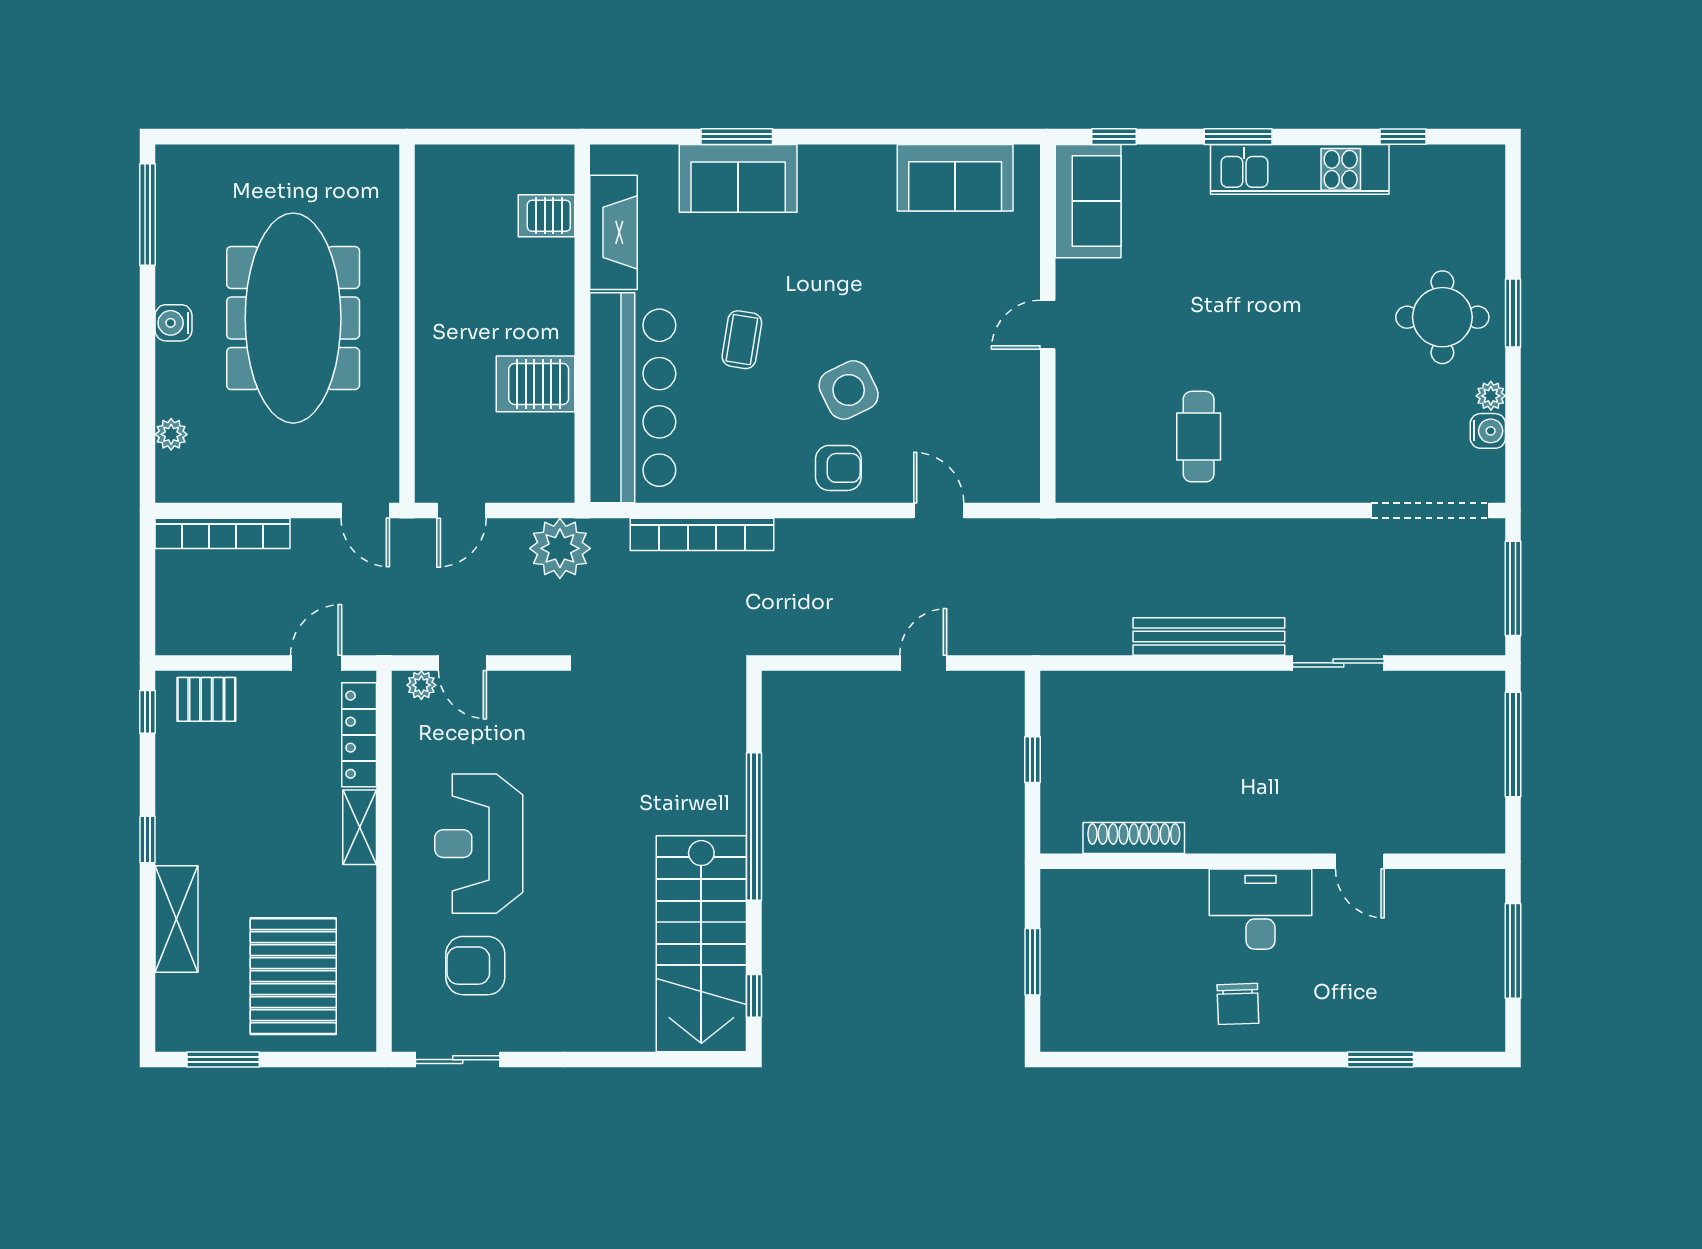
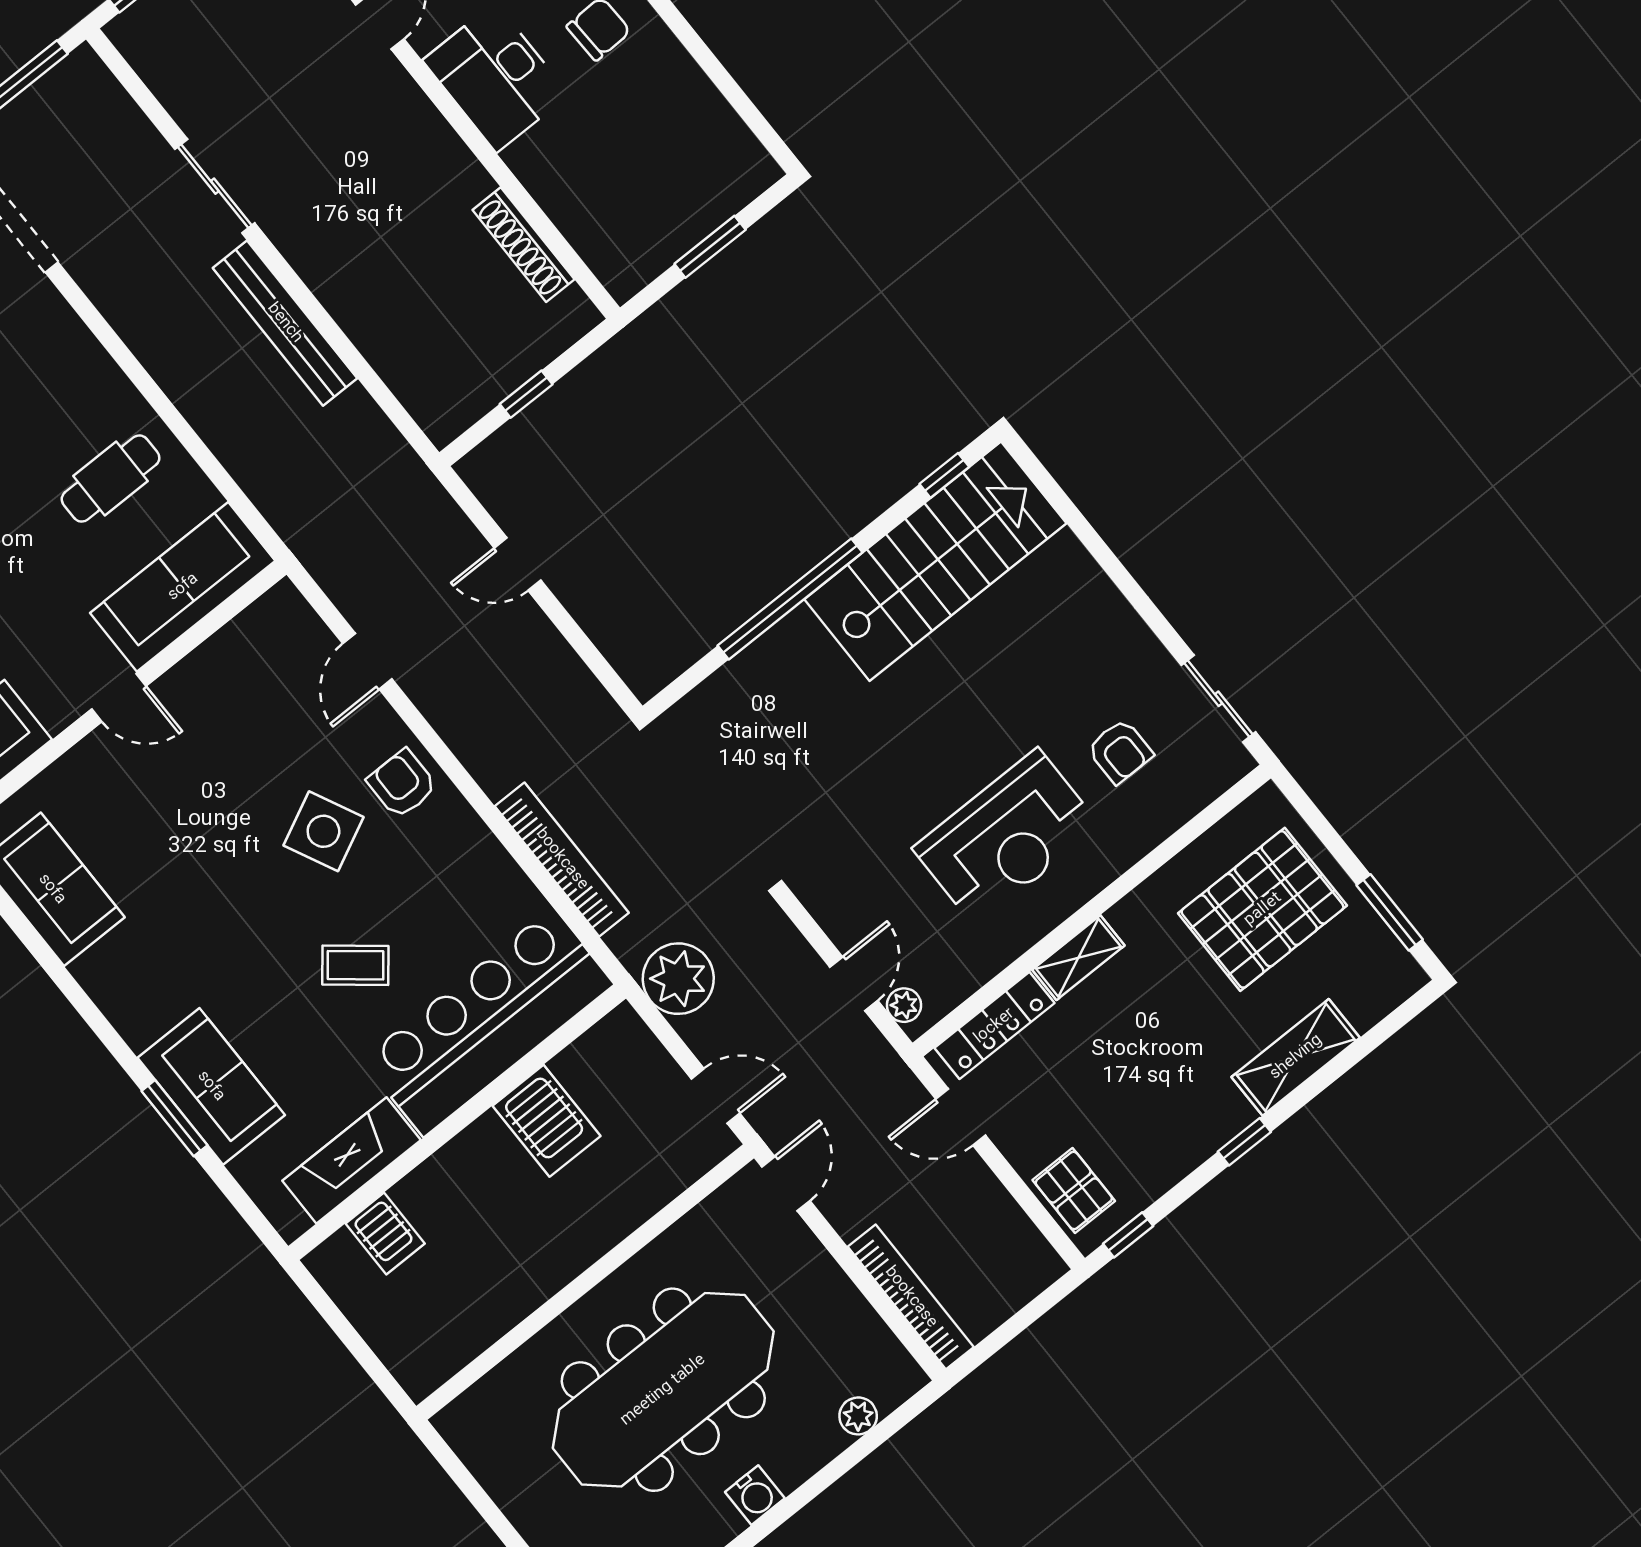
coffee table: (742, 340) -> (355, 965), turned 30
sofa: (1088, 427) -> (183, 587), added
armchair: (475, 966) -> (1120, 751), width x0.72, depth x0.72

